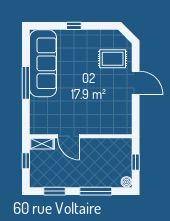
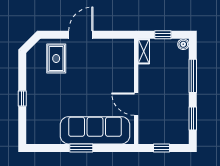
sofa: (43, 63) -> (95, 130), moved
window: (26, 83) -> (81, 148), width x0.69
door: (68, 136) -> (136, 104), swing flipped
shelving: (42, 144) -> (144, 51), moved

